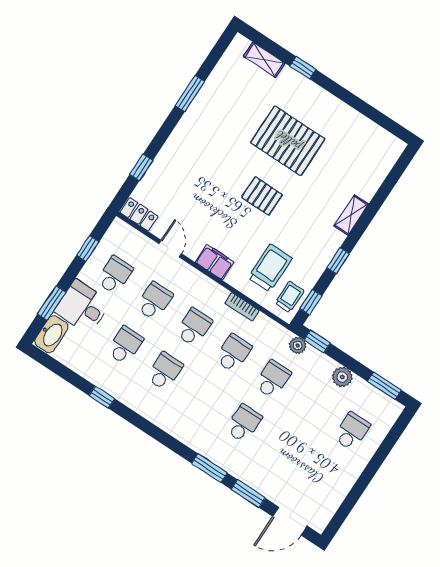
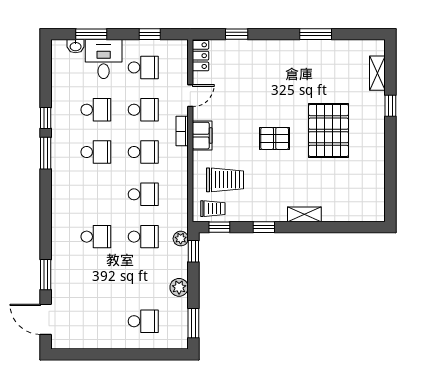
pallet: (262, 196) -> (275, 138), turned 90
bookcase: (242, 307) -> (182, 131), moved
washbasin: (51, 334) -> (76, 46), width x0.52, depth x0.69
window: (209, 468) -> (46, 153), moved

